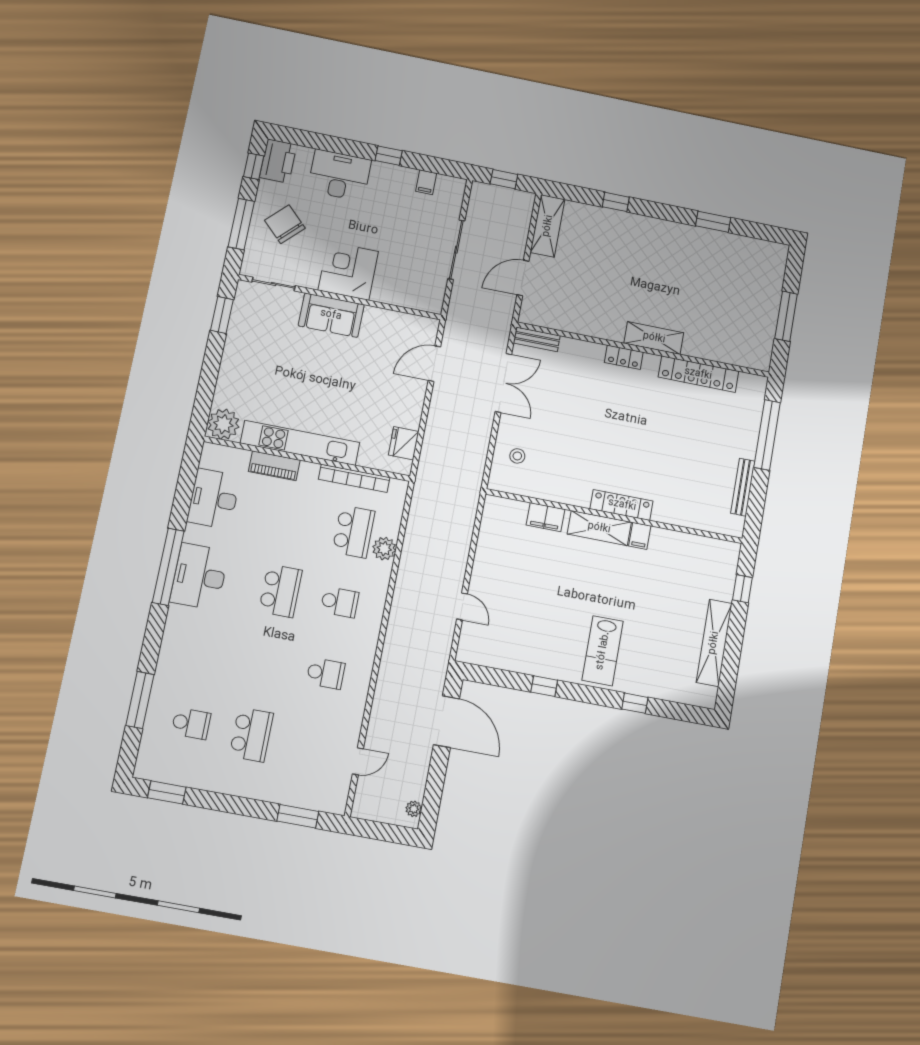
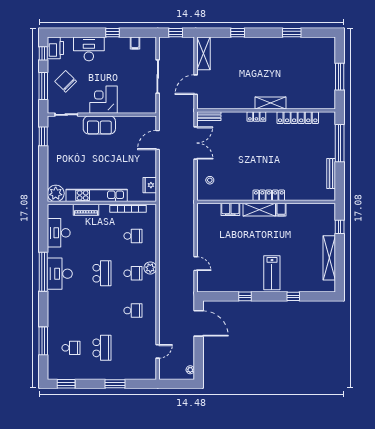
school desk: (353, 532) -> (133, 236), width x0.54
plant: (384, 549) -> (150, 268), moved
window: (298, 816) -> (115, 384), moved

